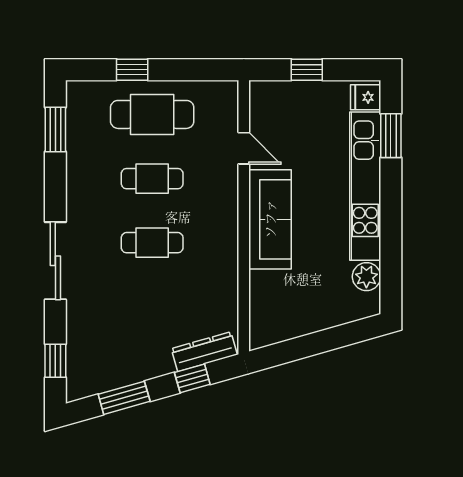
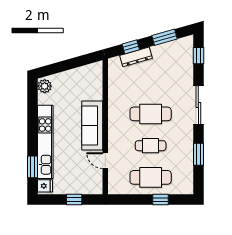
window: (55, 130) -> (198, 154), moved
cafe table: (152, 243) -> (151, 114), width x1.37, depth x1.35
plant: (366, 277) -> (45, 86), moved
dresser: (204, 352) -> (136, 57), moved

